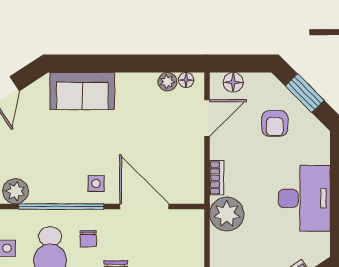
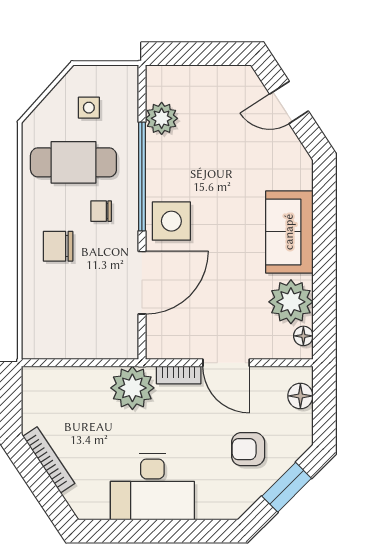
plant: (167, 82) -> (291, 302), width x1.88, depth x1.88
sofa: (82, 91) -> (289, 232), moved
door: (207, 118) -> (226, 363), moved
side table: (96, 184) -> (171, 221), width x1.87, depth x1.87

